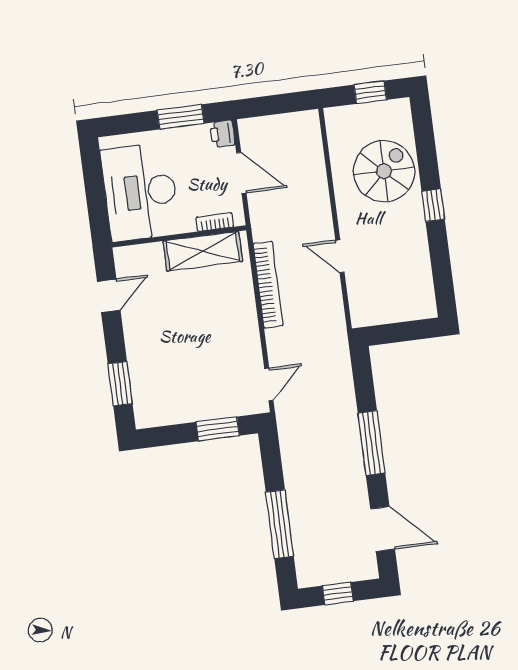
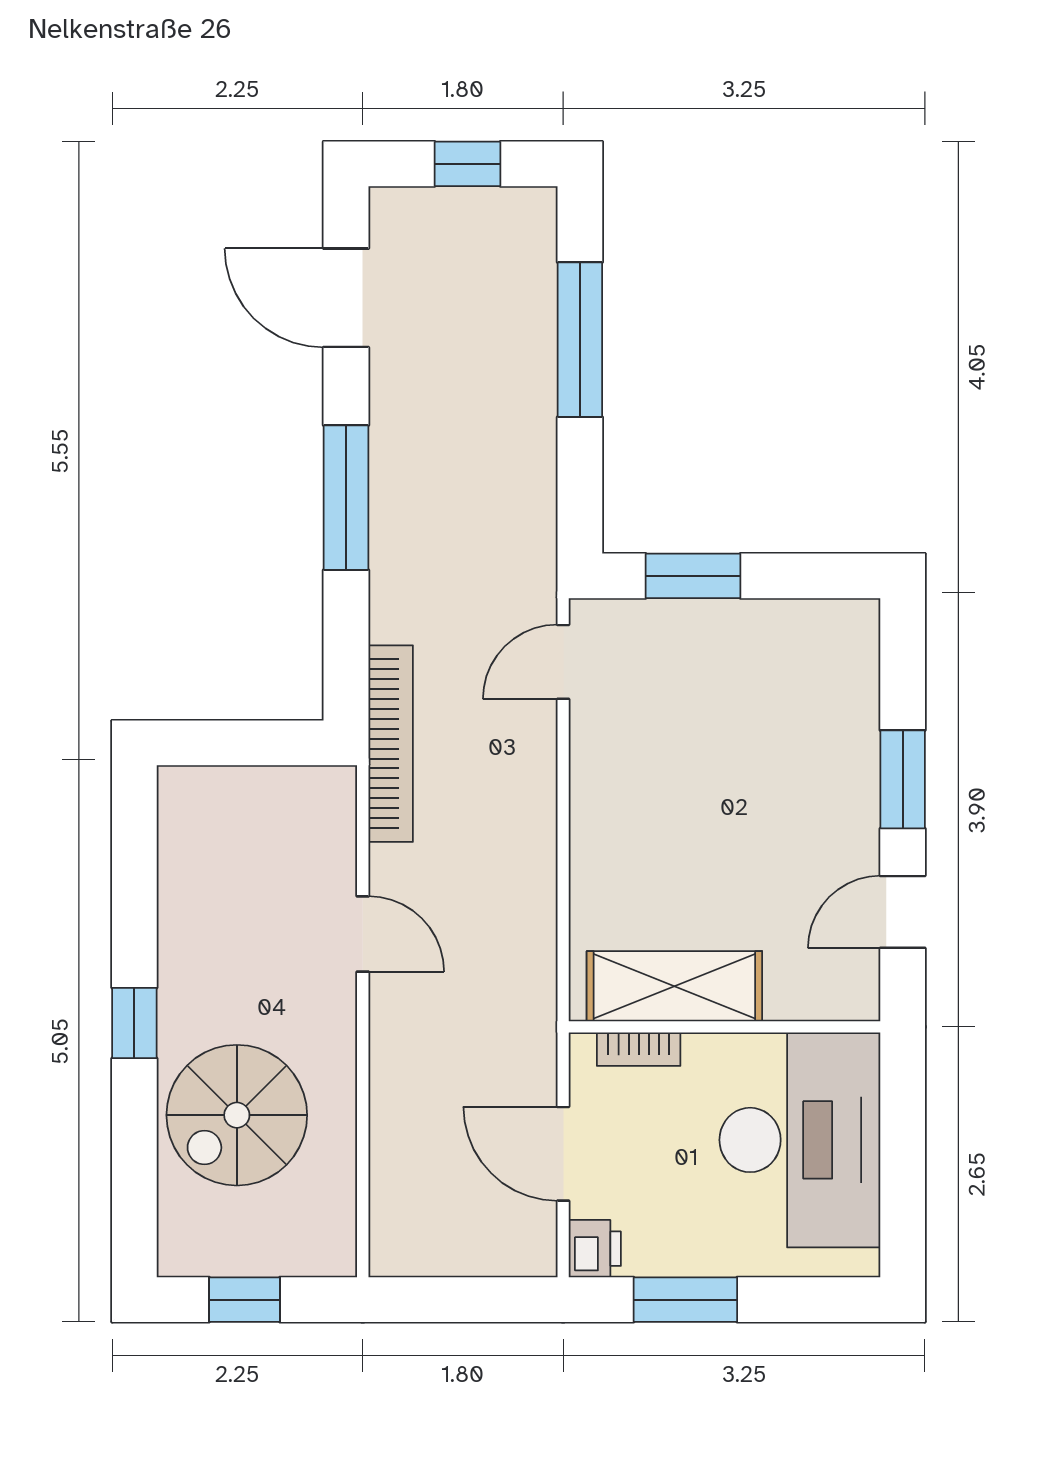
bookcase: (268, 285) -> (391, 744), moved, turned 180
window: (120, 384) -> (903, 779), moved

